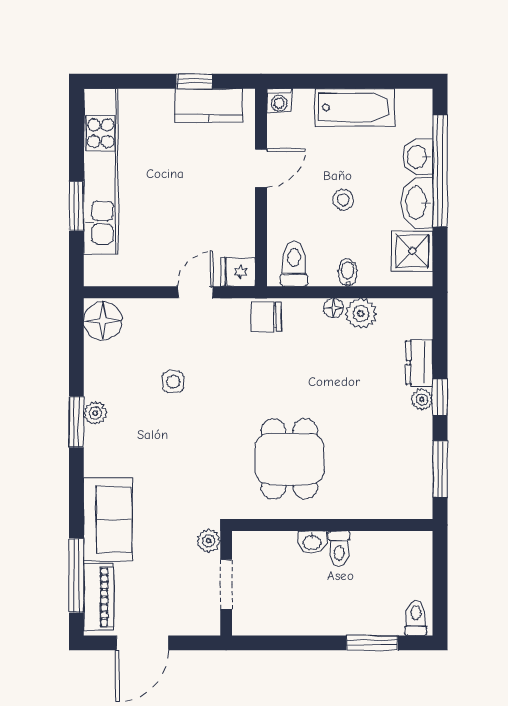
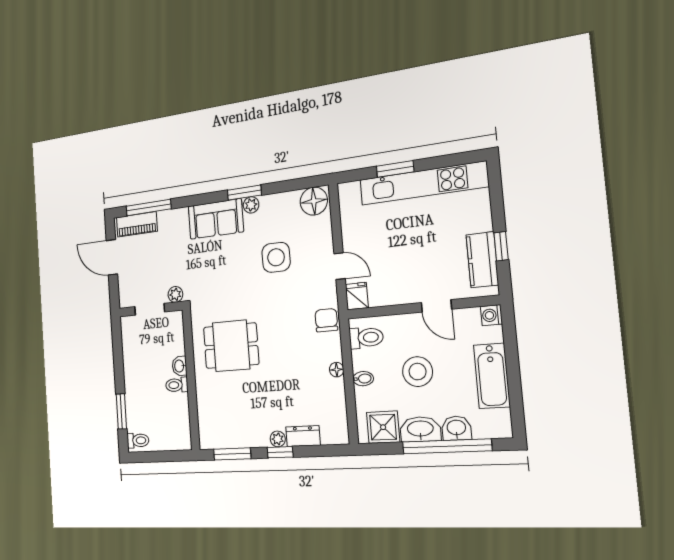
stool: (343, 200) -> (418, 372), width x1.89, depth x1.89
plant: (361, 313) -> (334, 391), removed
side table: (173, 382) -> (276, 257), width x1.87, depth x1.87
sofa: (108, 519) -> (216, 219), moved

